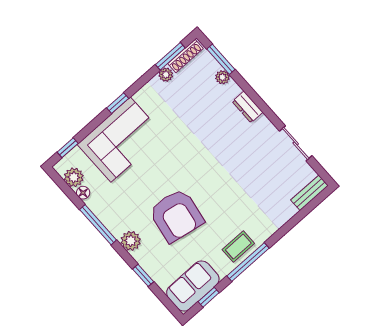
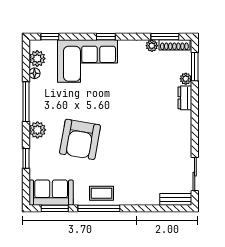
dresser: (247, 107) -> (185, 98), moved
sliding door: (296, 143) -> (195, 174), moved
window: (209, 297) -> (55, 208), width x1.50

